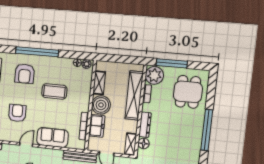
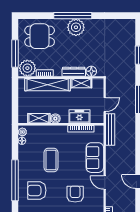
armchair: (25, 74) -> (37, 190), turned 180
boiler: (101, 105) -> (55, 119), width x0.54, depth x0.54
armchair: (17, 113) -> (75, 194), turned 90
plant: (193, 132) -> (76, 27), added
shelving: (131, 144) -> (81, 83), moved

